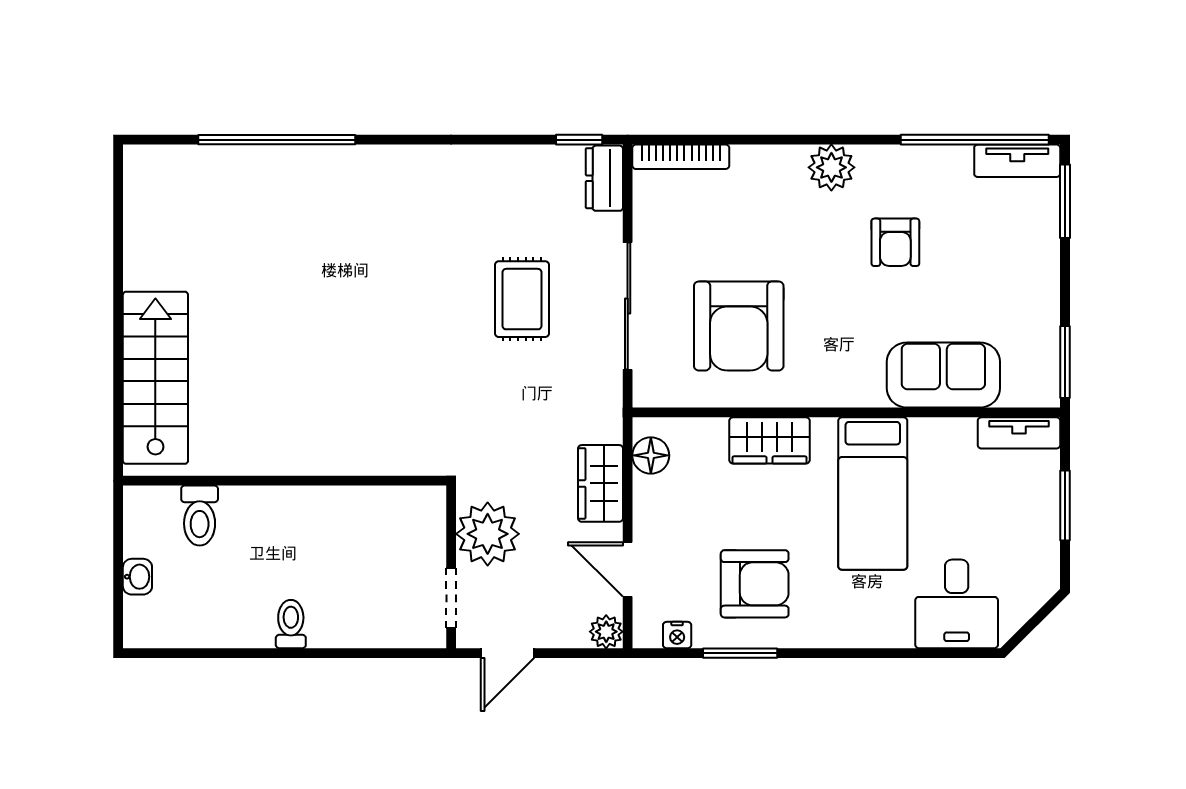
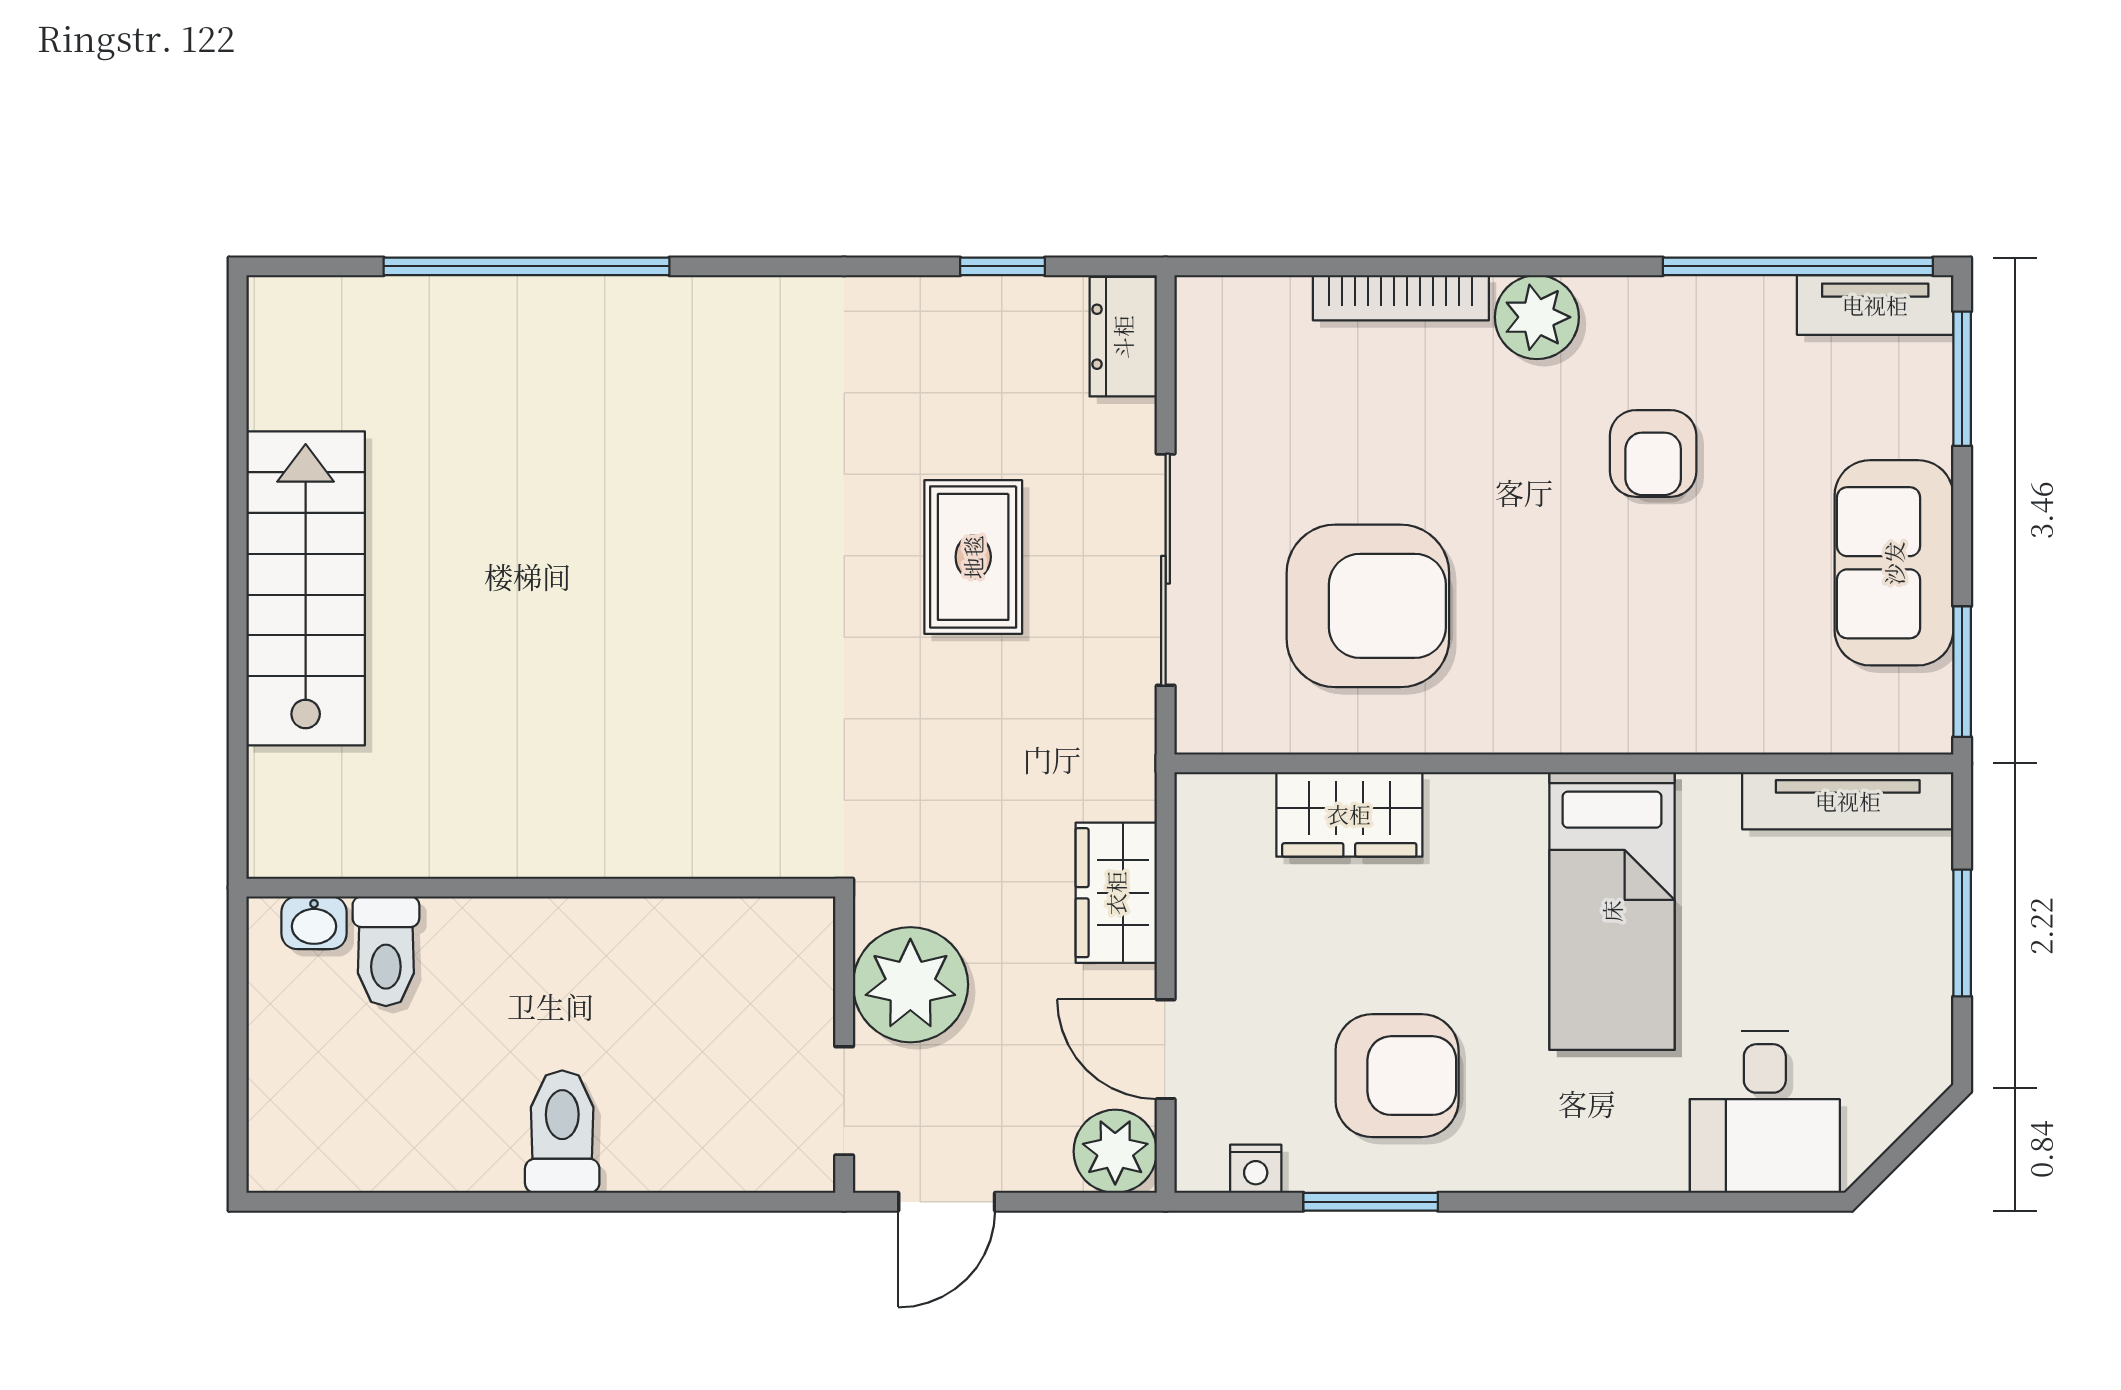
window: (579, 140) -> (1002, 266), moved
bookcase: (681, 157) -> (1401, 298), moved
armchair: (739, 326) -> (1368, 606), turned -90
sofa: (943, 375) -> (1894, 563), moved, turned -90
stairs: (155, 378) -> (306, 588), moved
tv unit: (1019, 433) -> (1848, 801), width x1.41
wardrobe: (769, 440) -> (1349, 814), moved
floor lamp: (651, 455) -> (1208, 842), removed
washbasin: (137, 577) -> (314, 923), moved, turned 90
toilet: (291, 624) -> (562, 1132), width x1.37, depth x1.39
plant: (606, 632) -> (1115, 1151), width x1.38, depth x1.38

